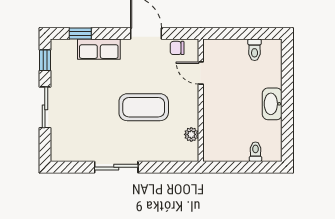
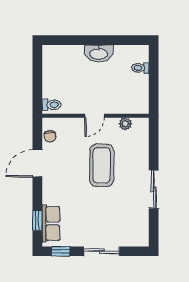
row of seats: (99, 49) -> (51, 223), moved
toilet: (255, 50) -> (52, 105), moved
door: (201, 73) -> (94, 116), moved

